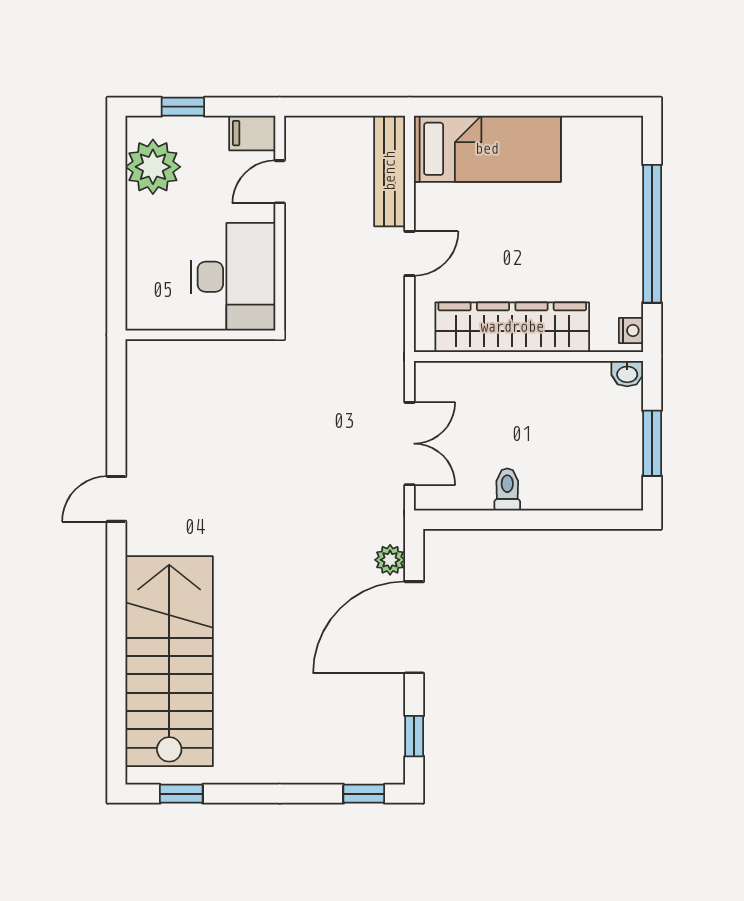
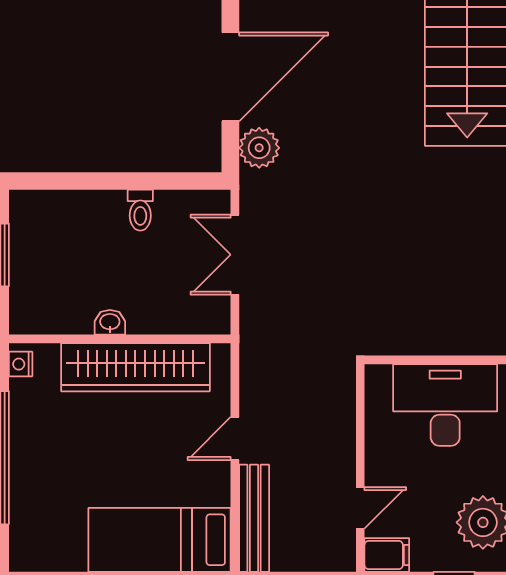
desk: (233, 277) -> (445, 405), moved, turned 90
washbasin: (627, 374) -> (110, 322), moved
plant: (390, 560) -> (259, 148), width x1.38, depth x1.38

